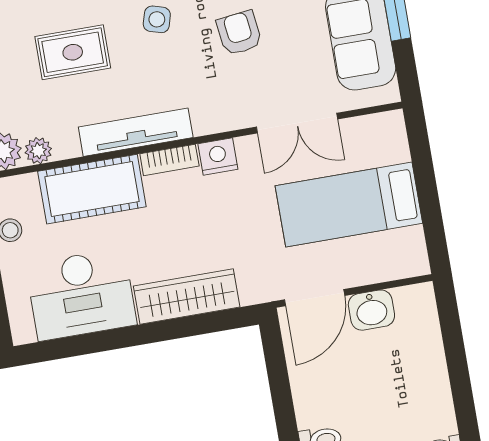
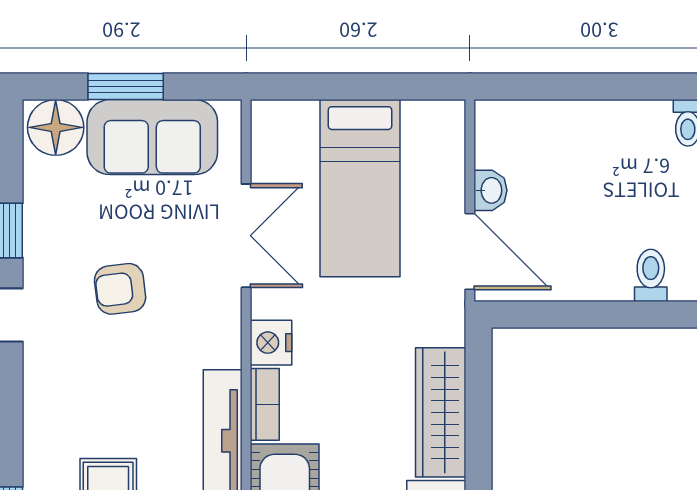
side table: (157, 19) -> (85, 390), removed
washbasin: (371, 310) -> (490, 190), width x0.72, depth x0.69

